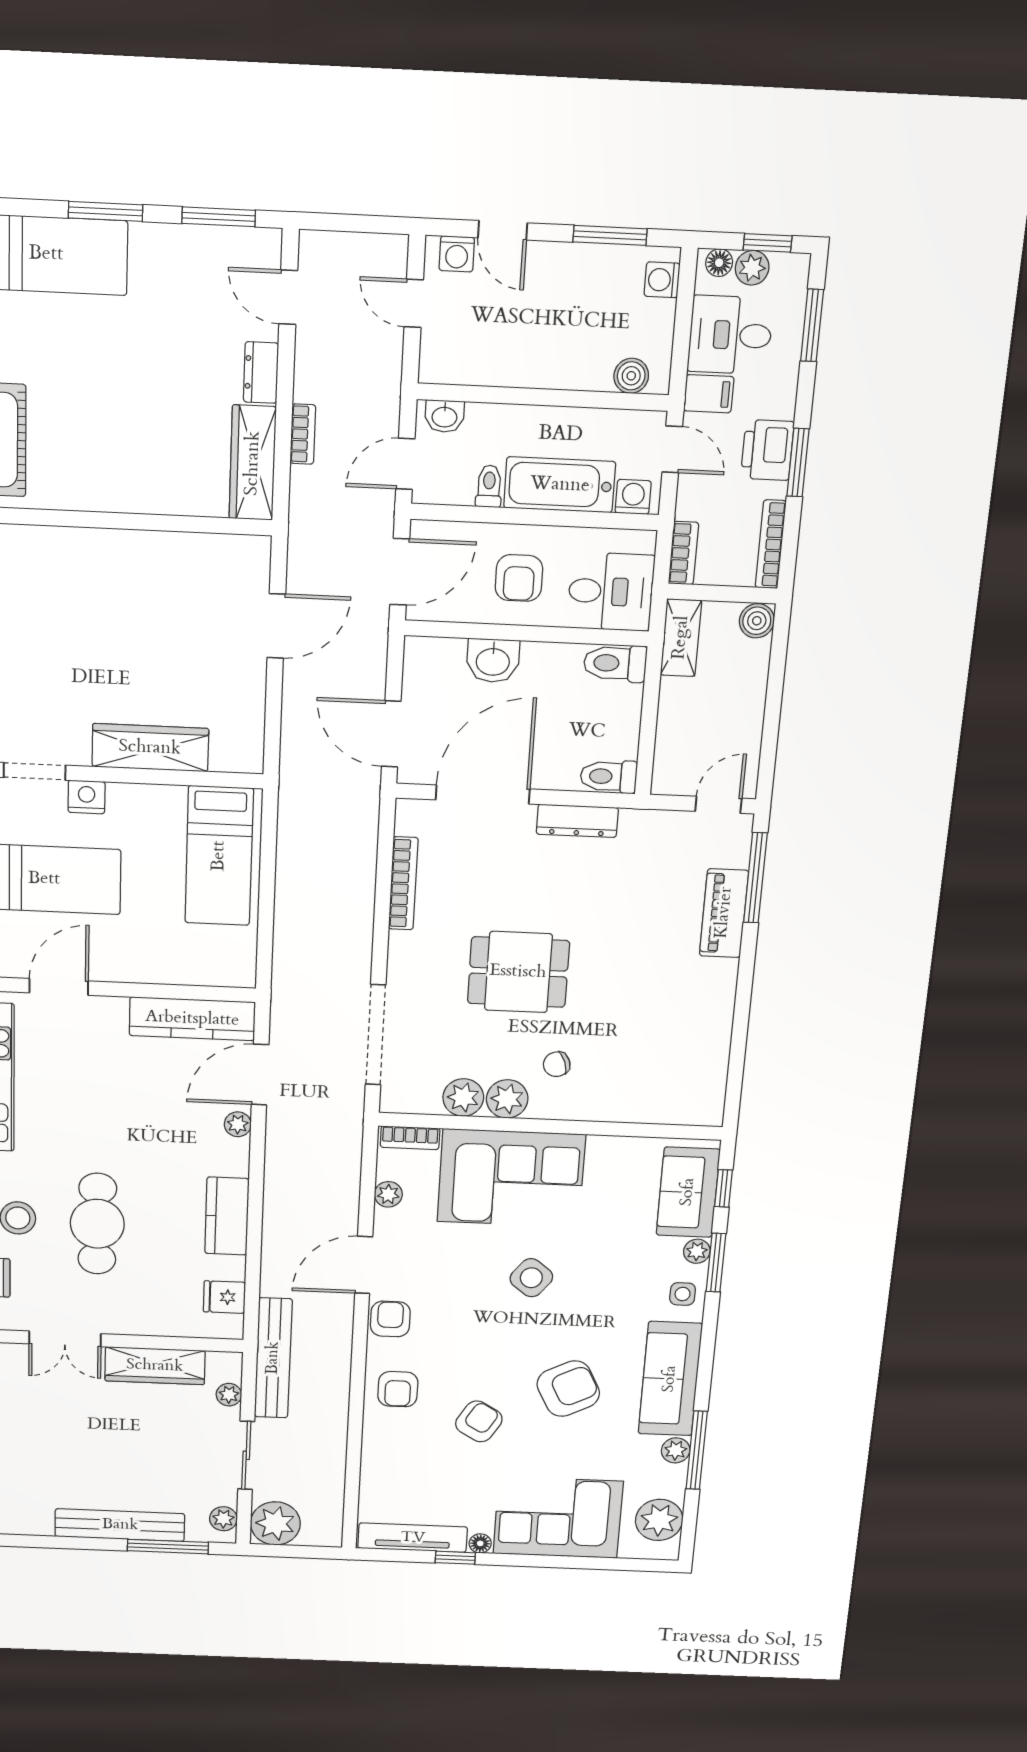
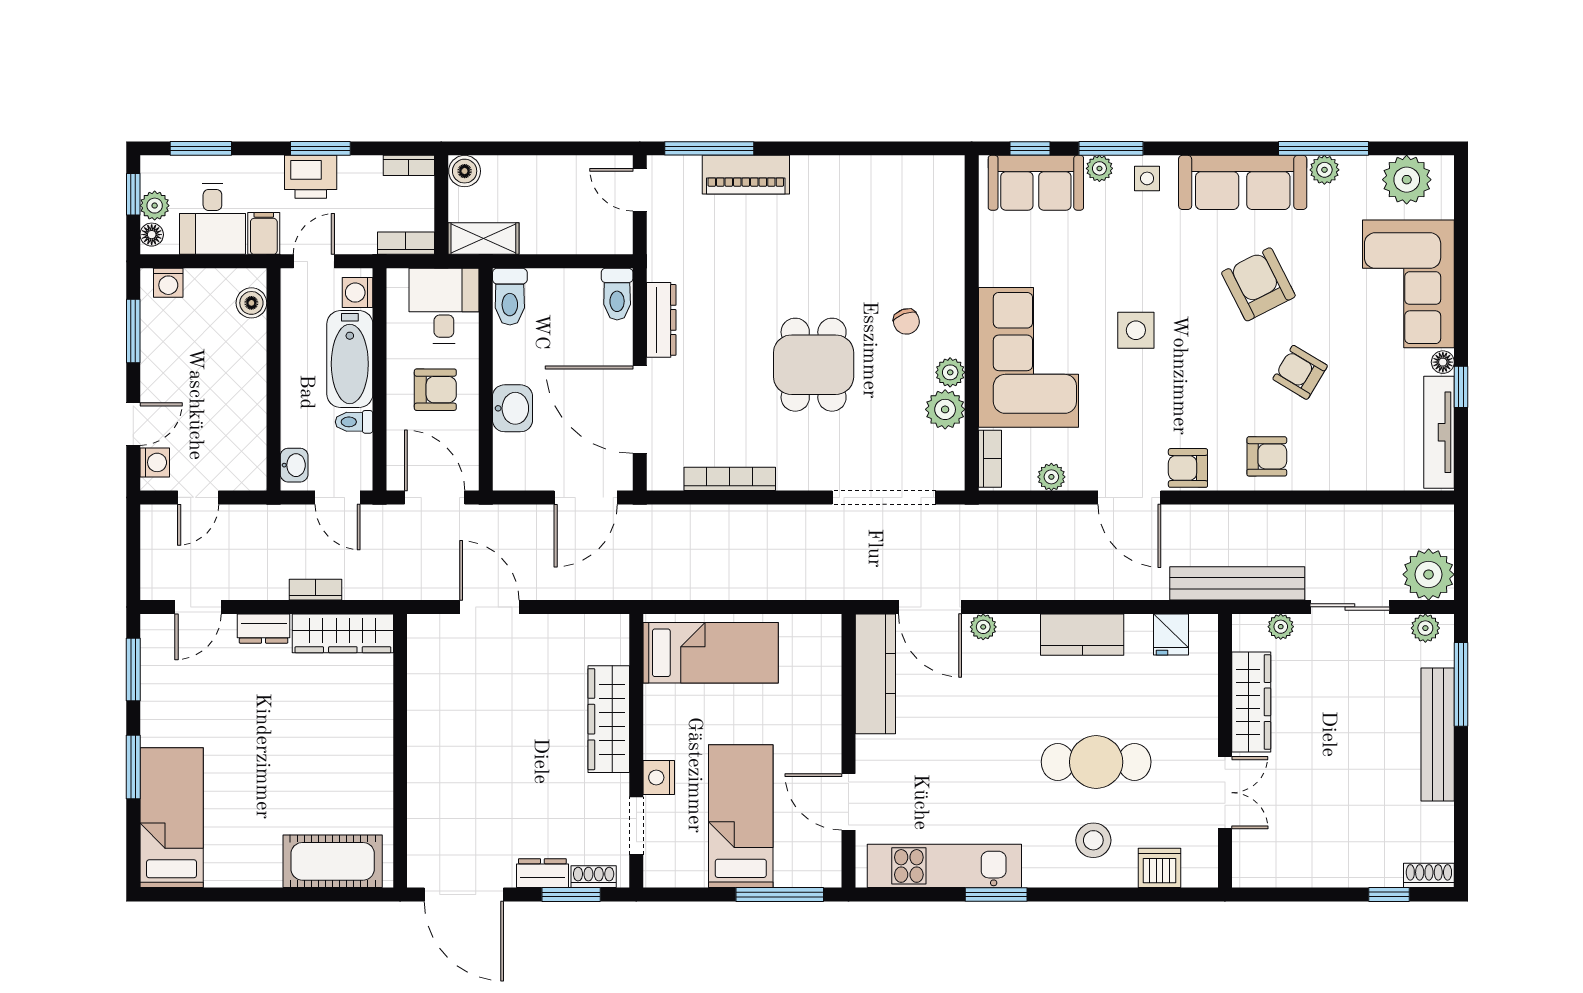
bookcase: (771, 544) -> (409, 165), width x0.64
plant: (507, 1099) -> (950, 372), width x0.73, depth x0.73
side table: (531, 1278) -> (1136, 330), turned -38

